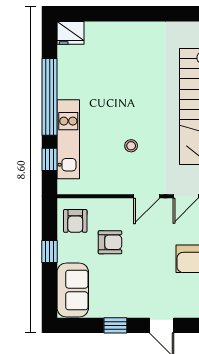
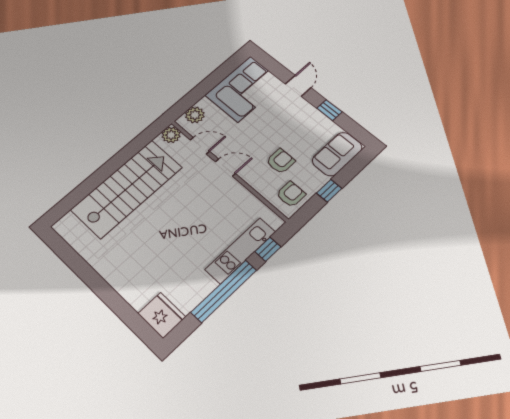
fridge: (70, 33) -> (162, 315), width x1.36, depth x1.34
stool: (131, 146) -> (202, 208), removed
armchair: (110, 242) -> (281, 161), turned 90

